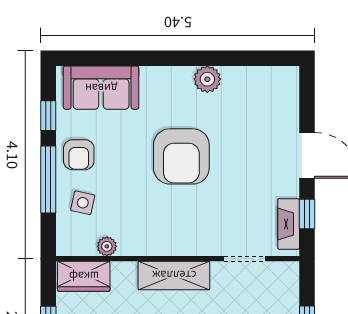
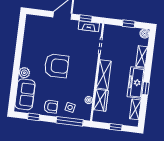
plant: (207, 79) -> (24, 73), moved
window: (48, 179) -> (70, 121), moved
wardrobe: (84, 276) -> (101, 100), moved

